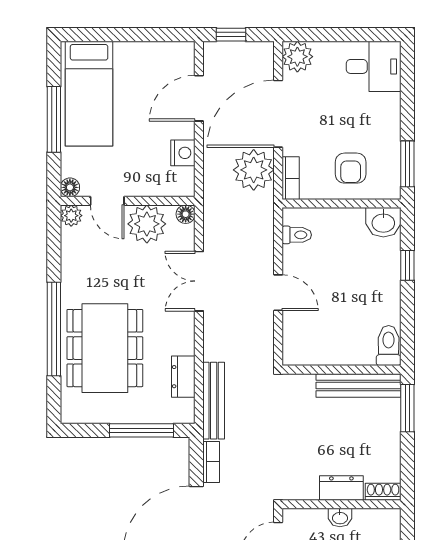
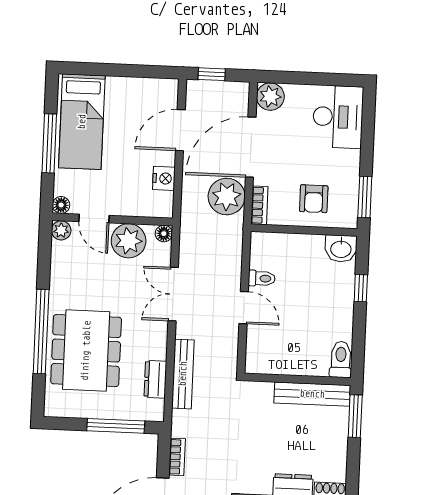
desk: (374, 66) -> (338, 117), width x1.37
toilet: (297, 235) -> (262, 278), moved
bench: (214, 401) -> (183, 374), moved

